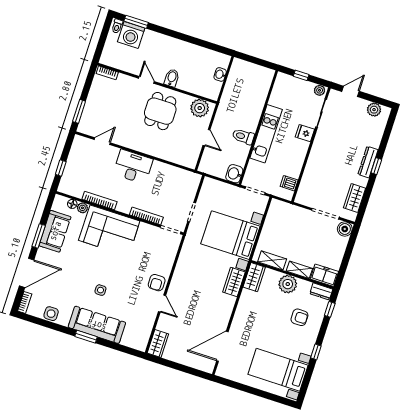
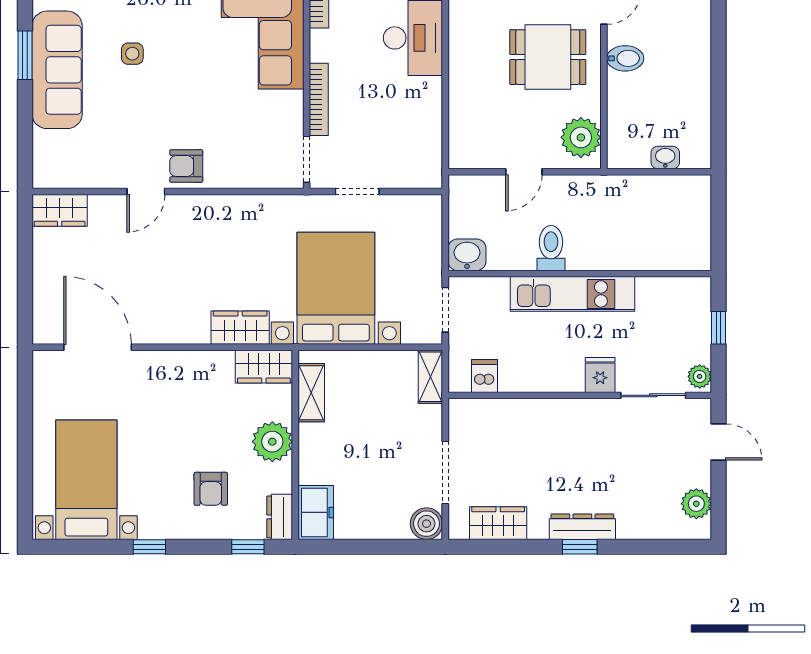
shelving: (299, 270) -> (430, 377), moved

